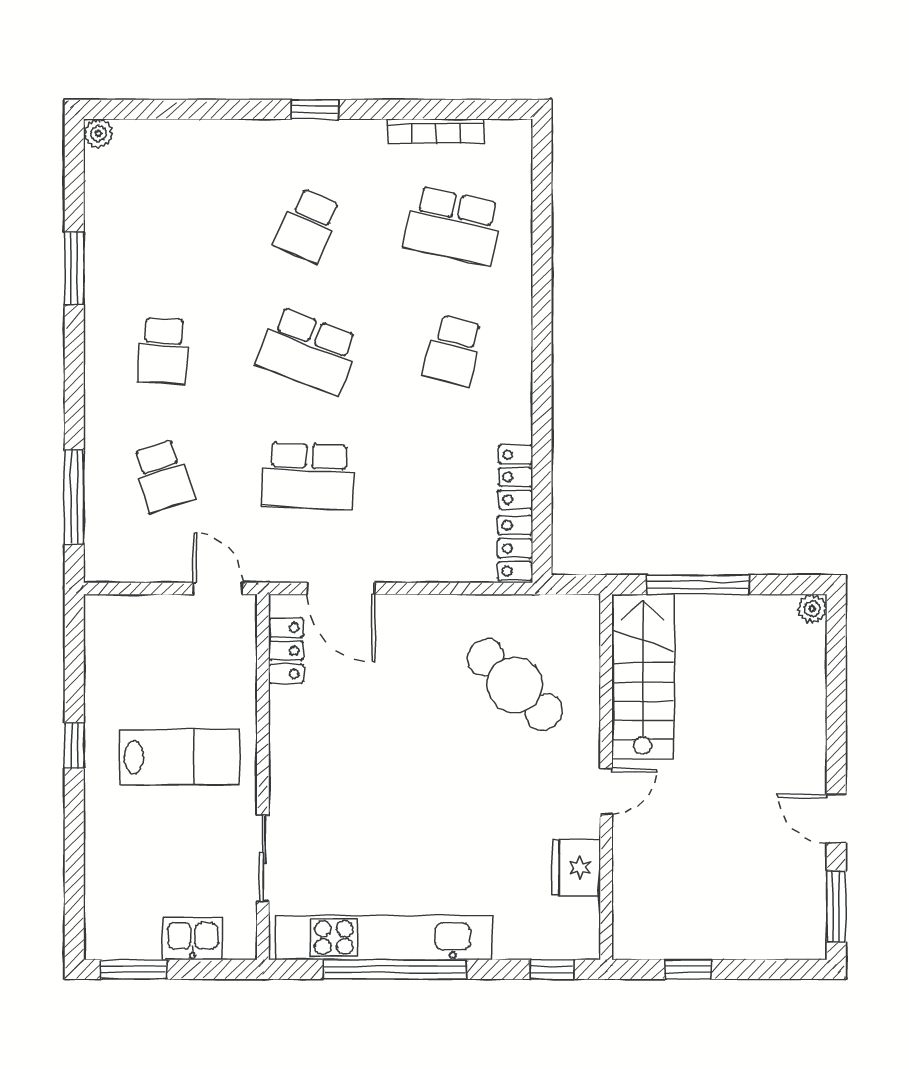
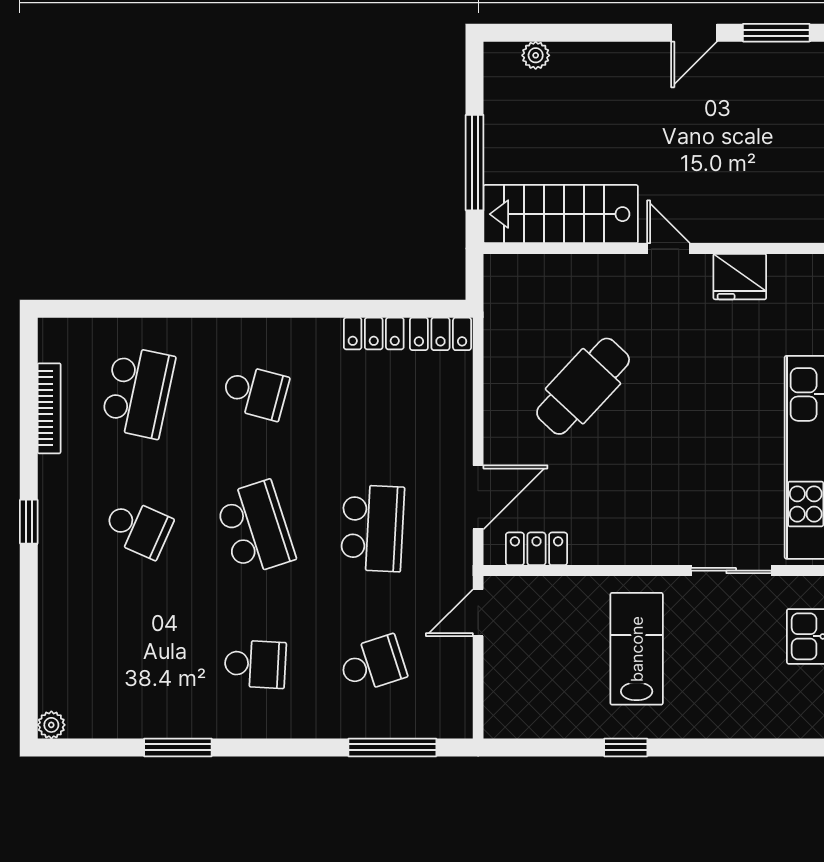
school desk: (308, 351) -> (255, 528), turned -39
plant: (812, 609) -> (536, 55), moved
cafe table: (515, 685) -> (583, 386), moved

